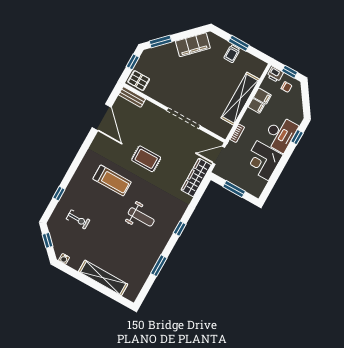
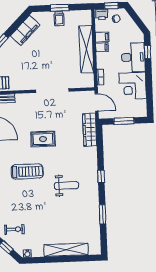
door: (219, 155) -> (97, 102), swing flipped
exercise bike: (78, 219) -> (14, 229), moved

